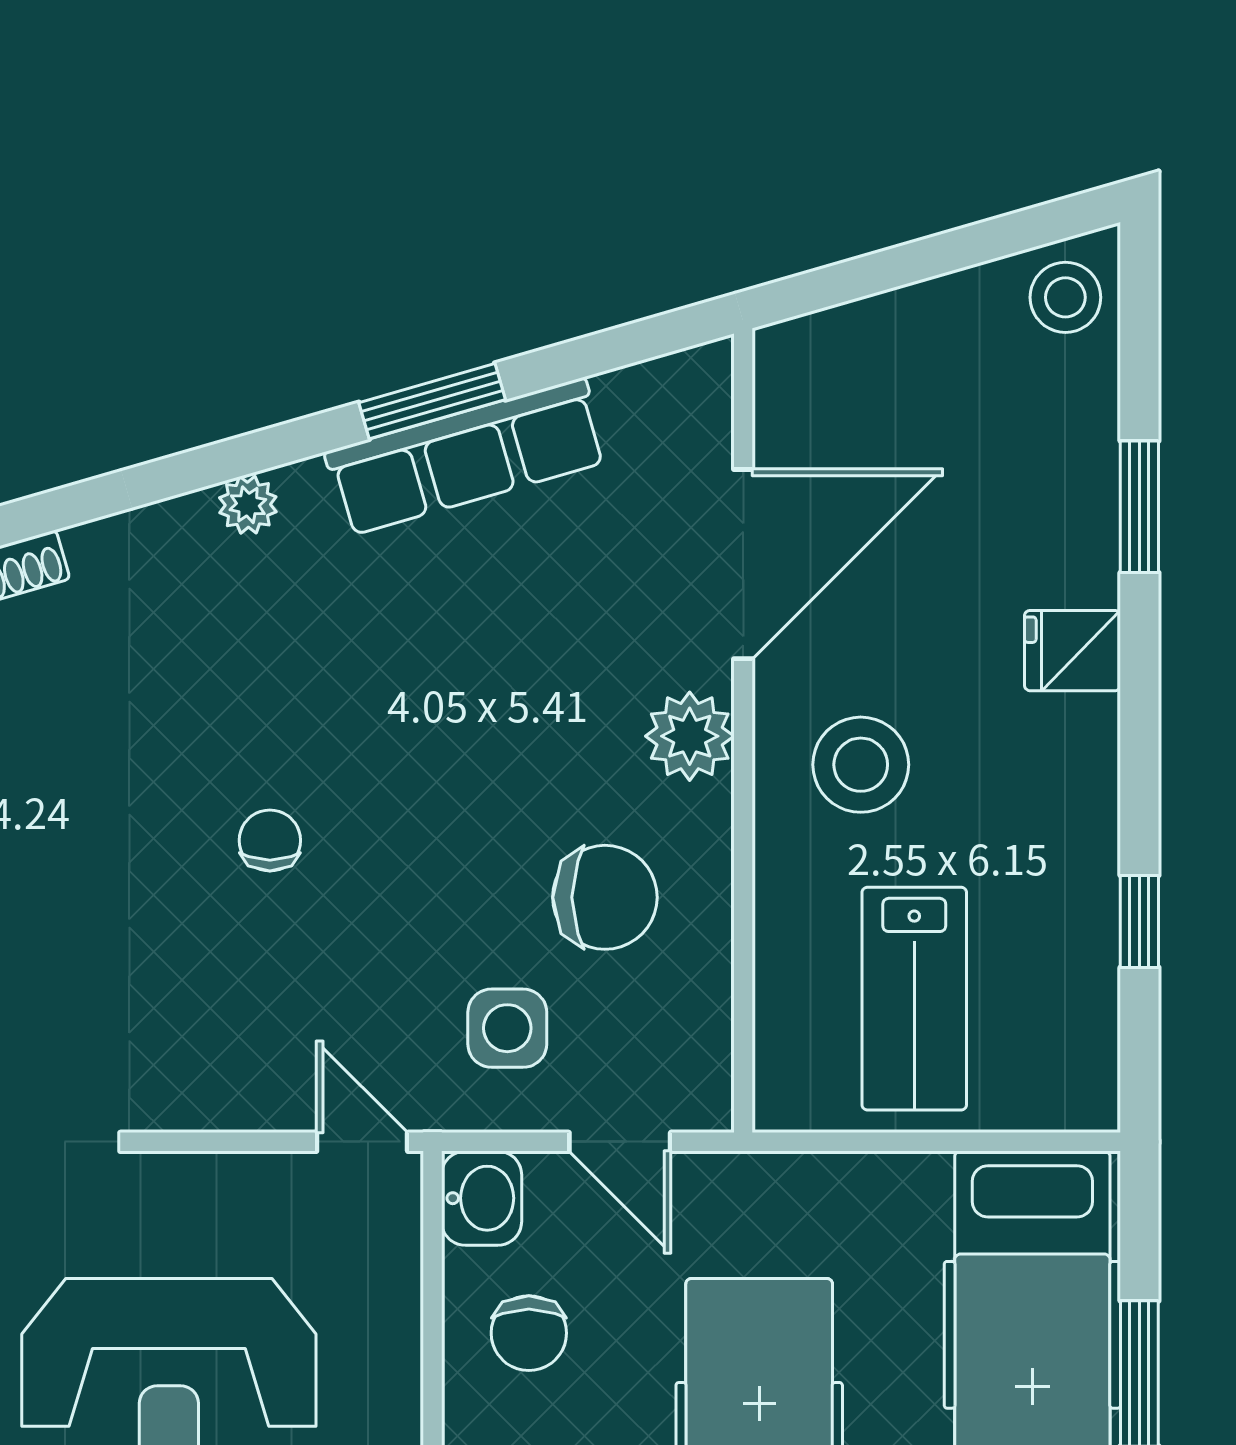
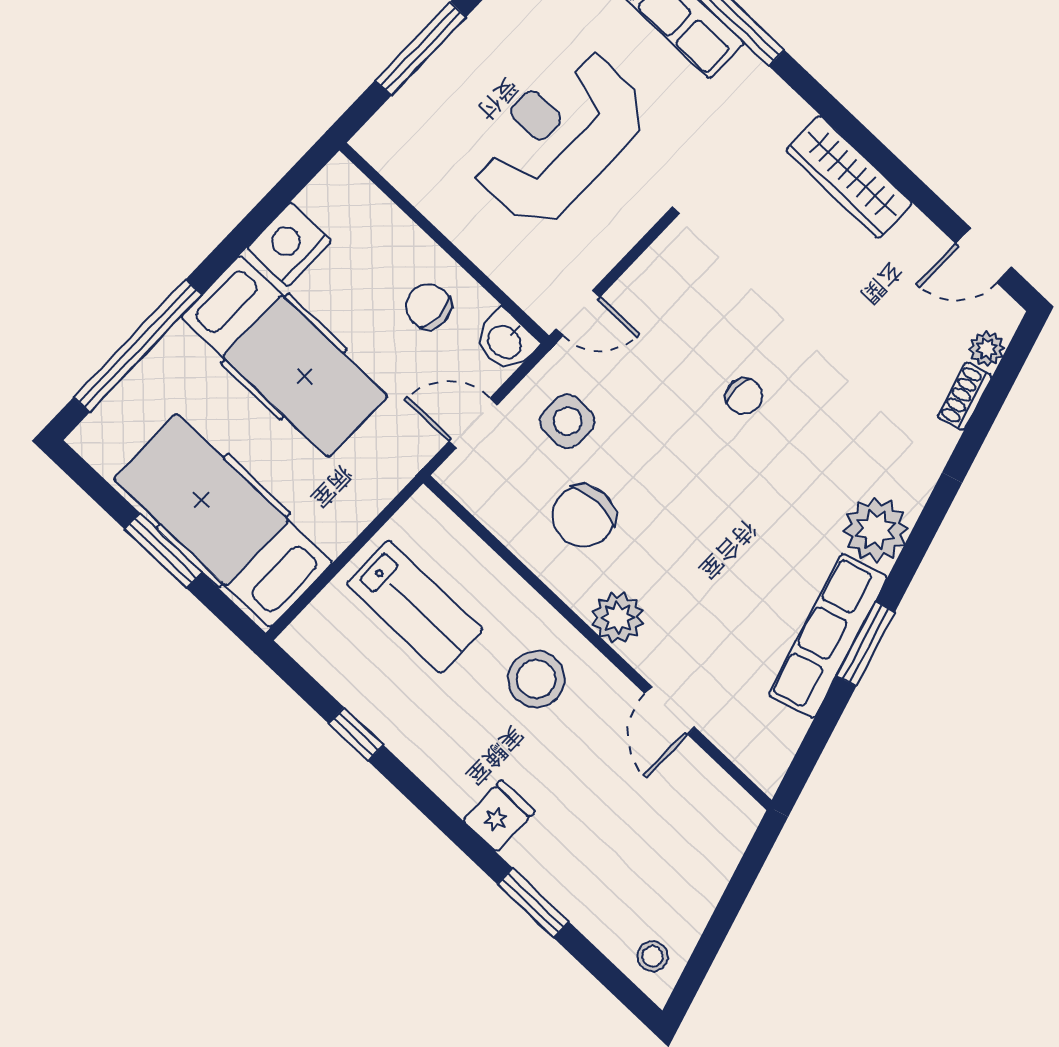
stool: (1065, 297) -> (653, 956), width x0.73, depth x0.73
plant: (248, 505) -> (876, 530), width x1.88, depth x1.88
door: (743, 564) -> (670, 710), width x0.53
lab bench: (914, 999) -> (415, 607), turned 180

